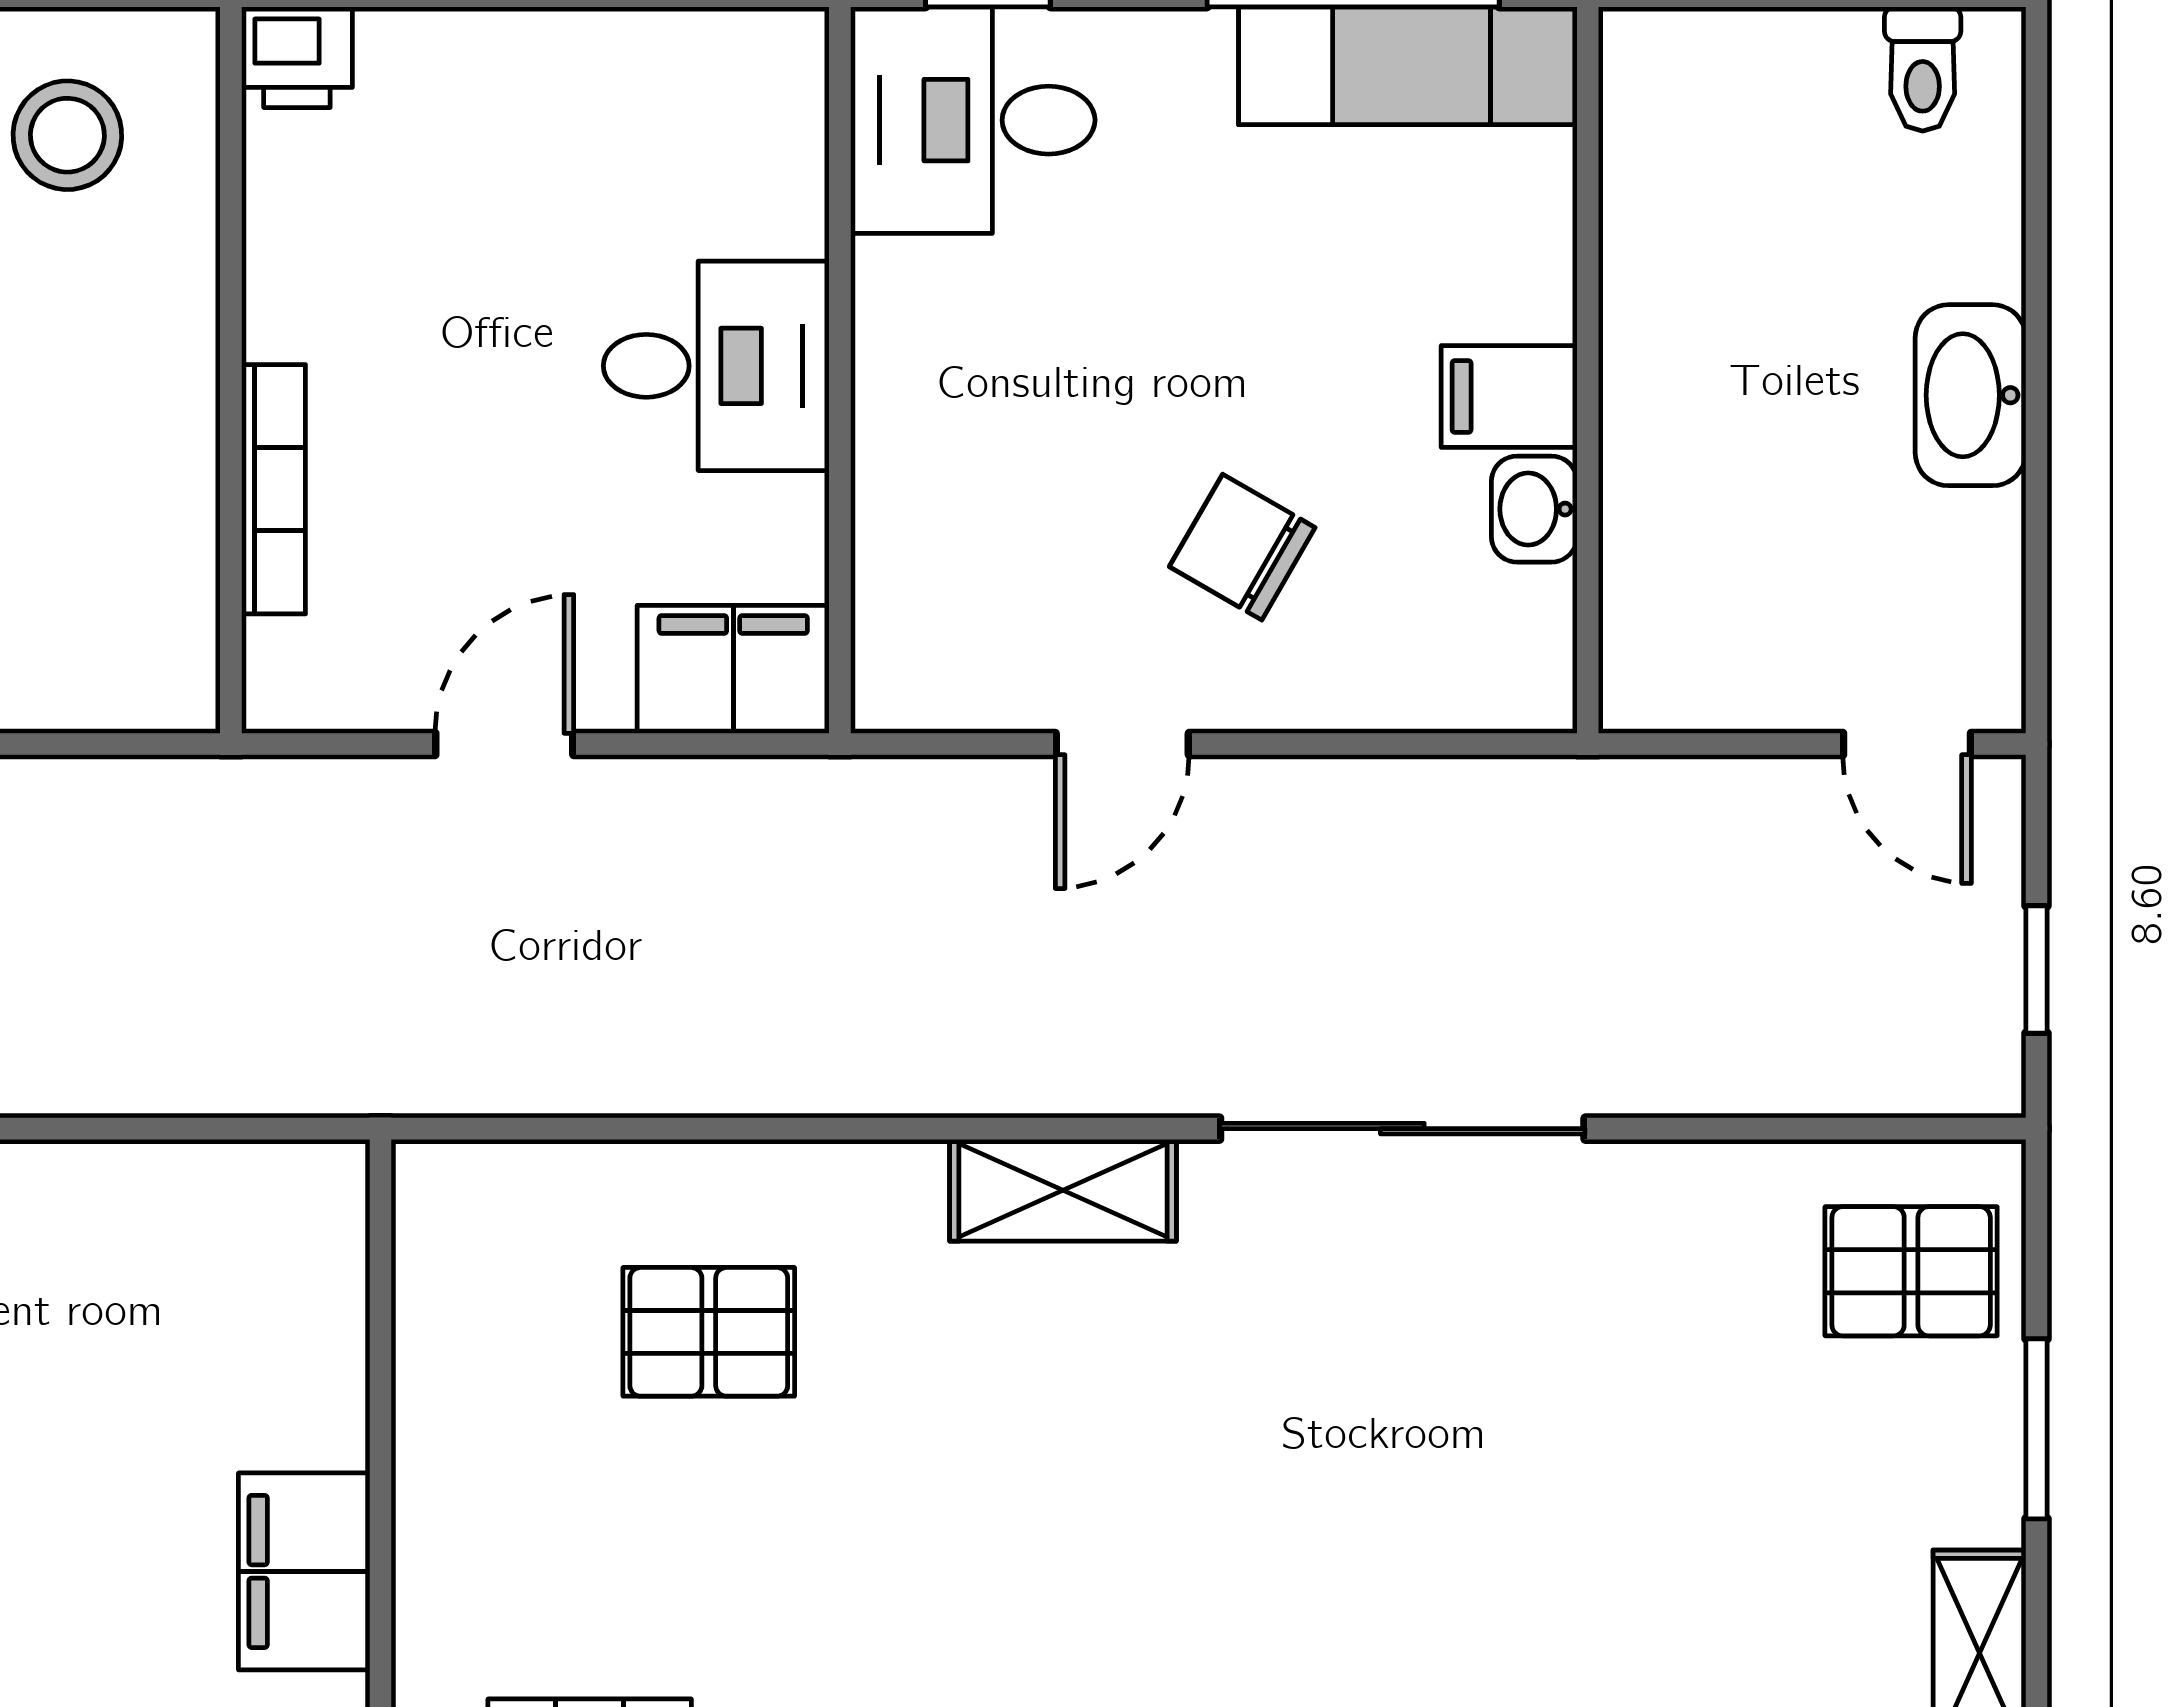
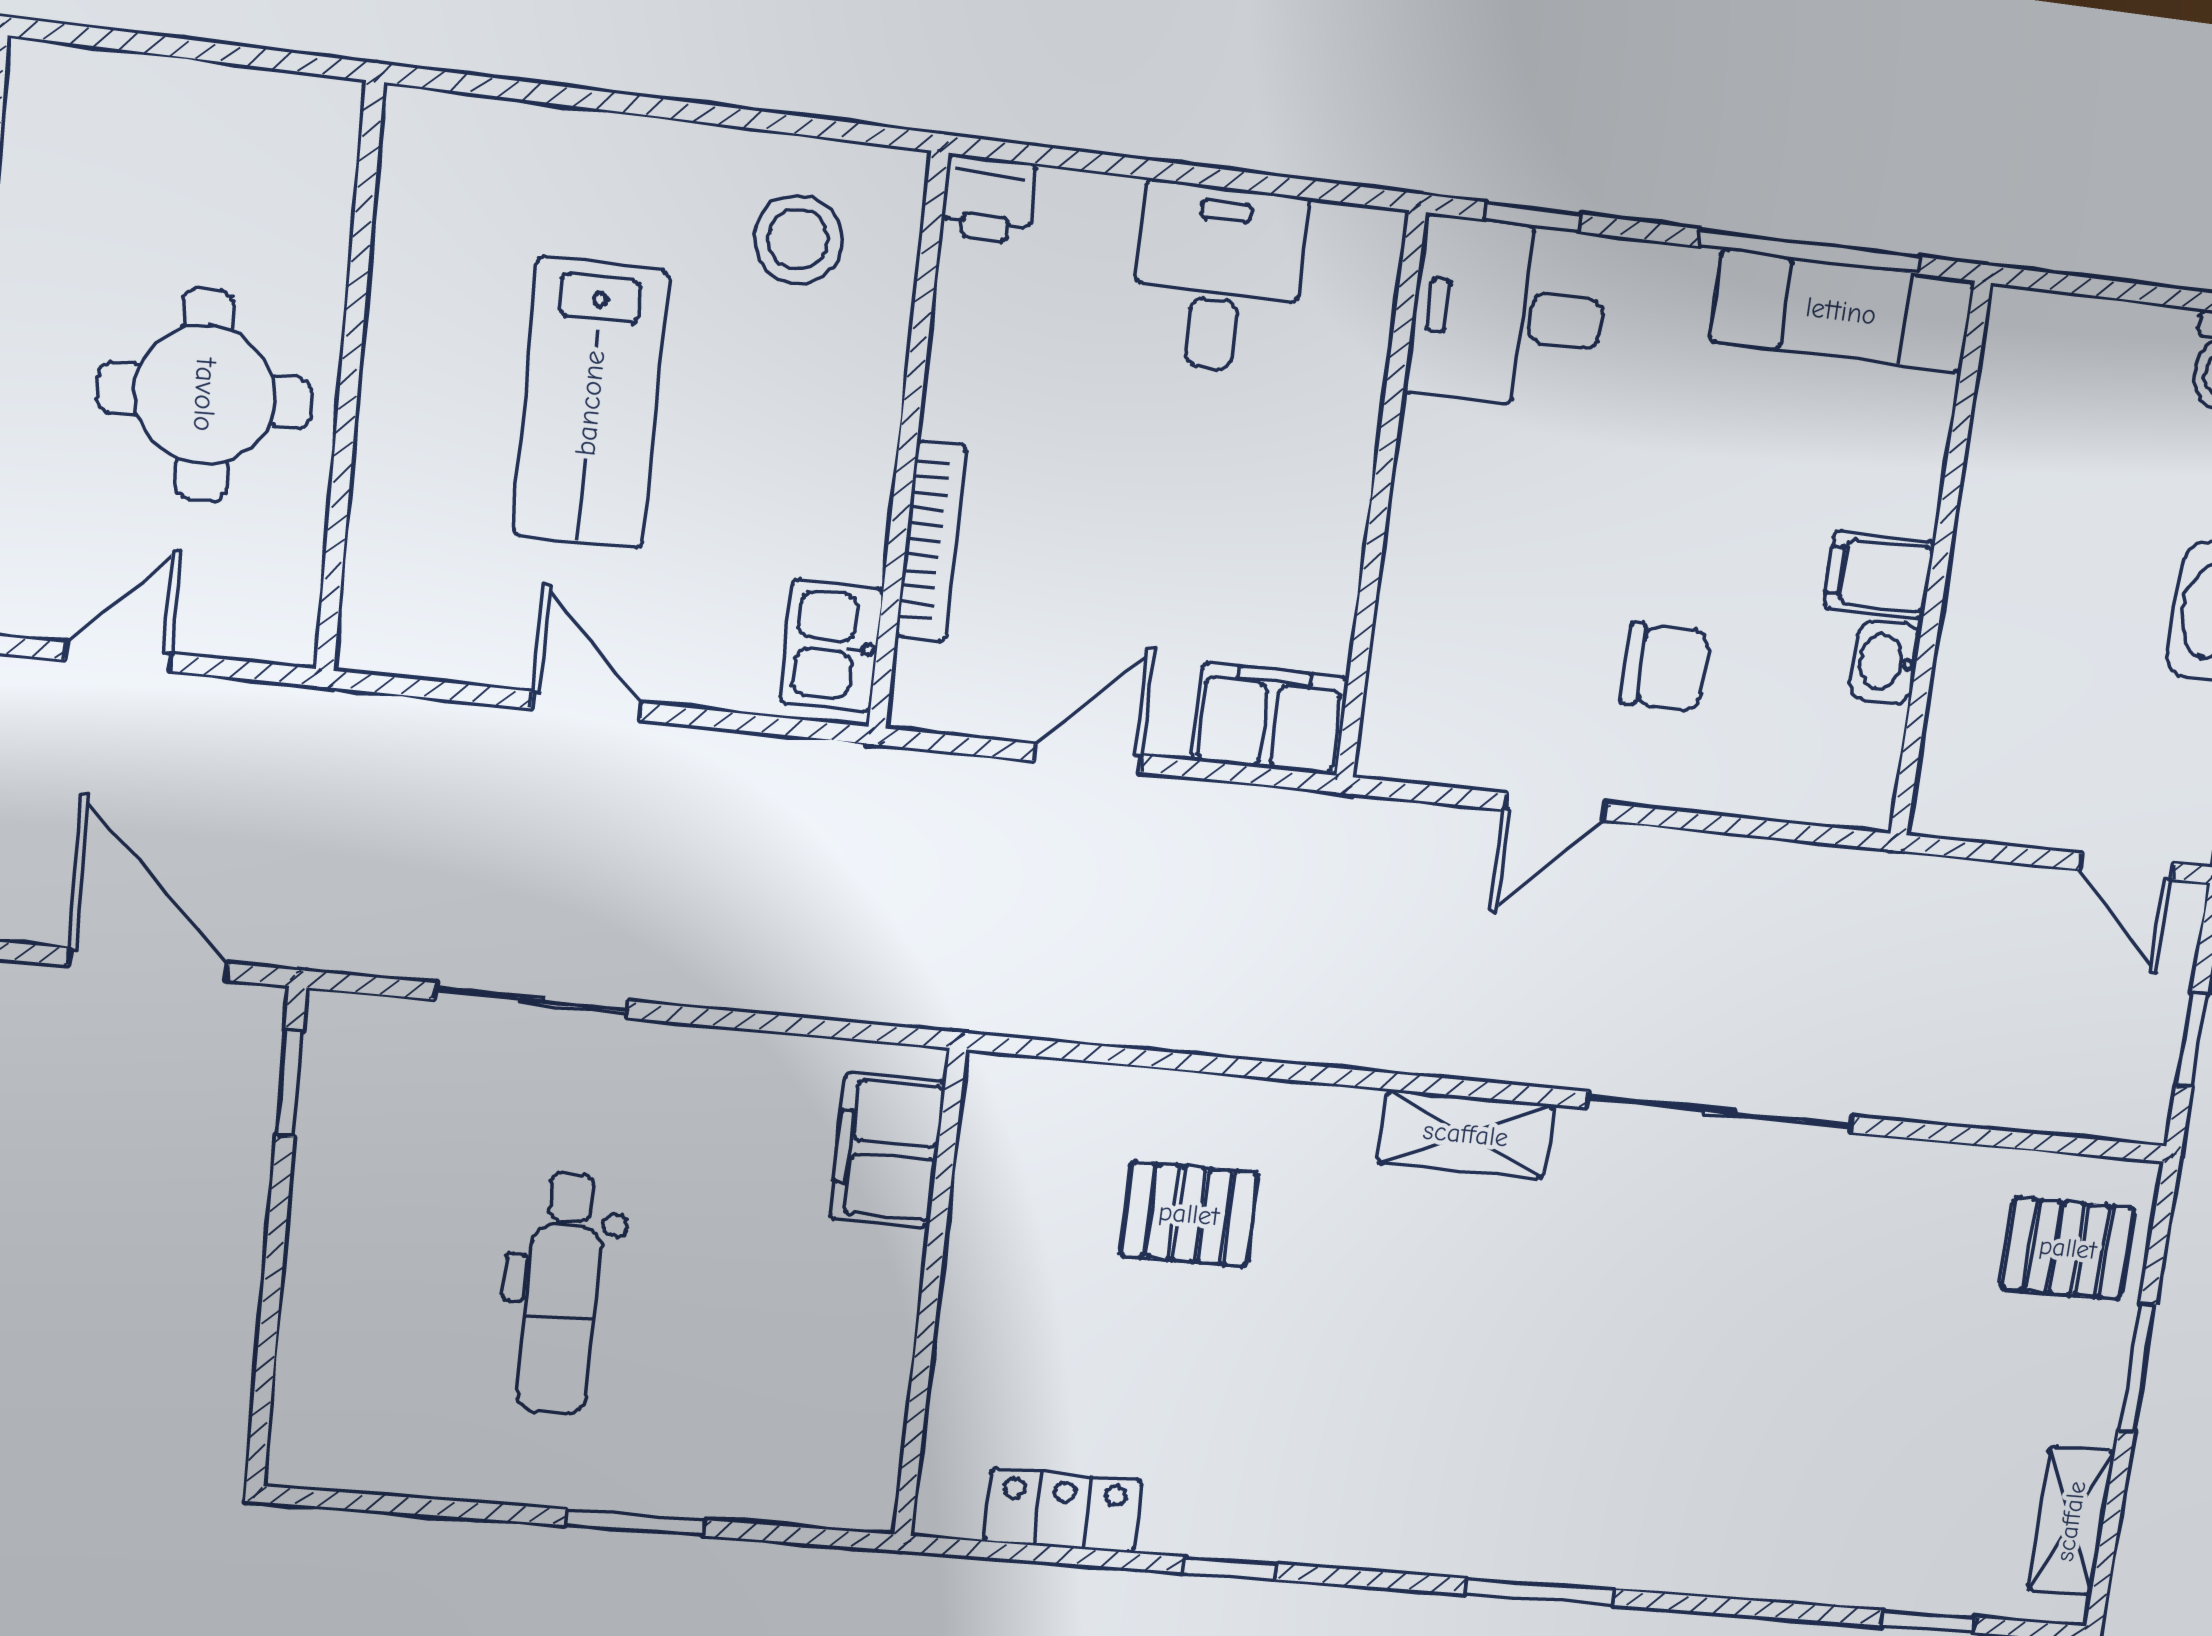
desk: (716, 366) -> (1218, 278), moved, turned -90
chair: (1242, 547) -> (1665, 667), turned 150
kitchen sink: (162, 635) -> (832, 646), added
filing cabinet: (304, 1571) -> (888, 1150), moved

